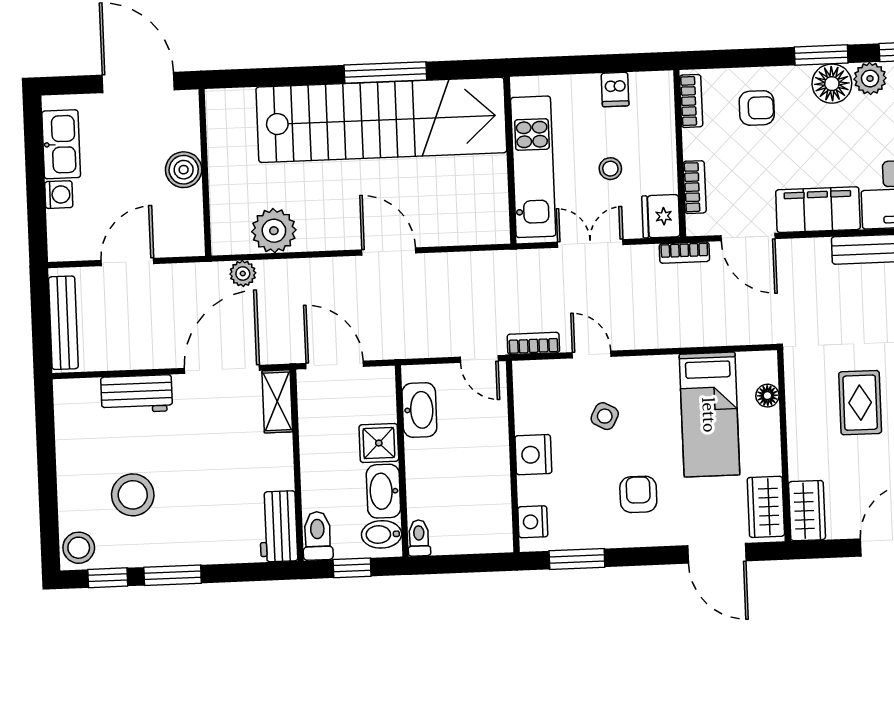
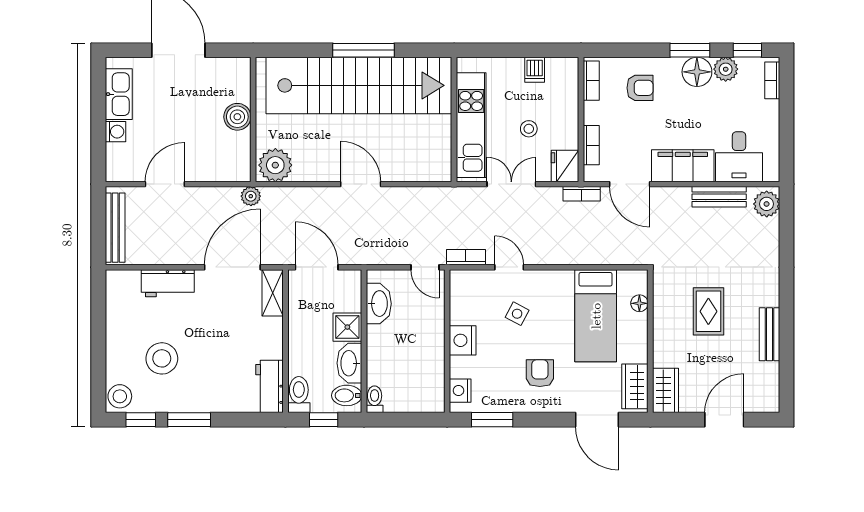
boiler: (184, 170) -> (237, 117), moved
wall: (205, 172) -> (253, 119), moved

